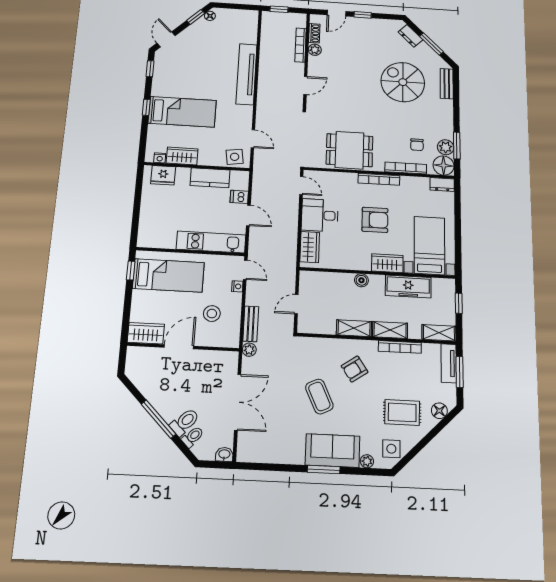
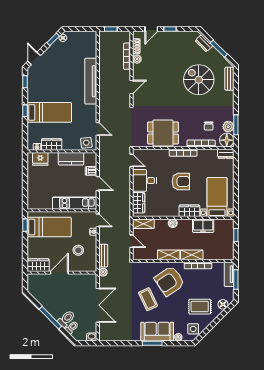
freezer: (408, 286) -> (203, 226), width x0.71
door: (296, 304) -> (132, 241), swing flipped
shelving: (439, 333) -> (143, 224), moved
armchair: (355, 369) -> (170, 281), width x1.88, depth x1.88

